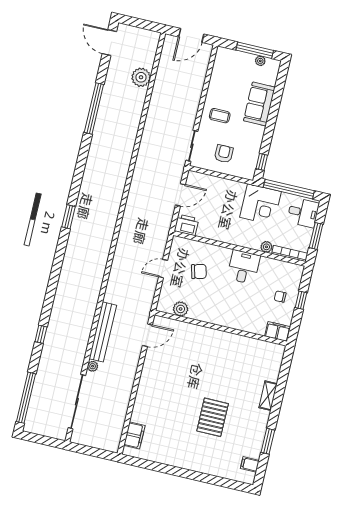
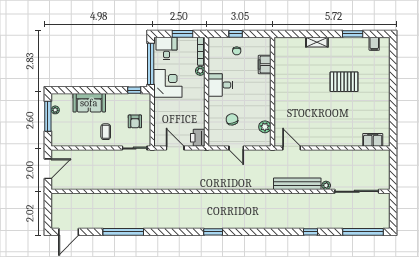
door: (191, 35) -> (48, 169), hinge flipped
plant: (141, 77) -> (90, 201), removed
armchair: (224, 154) -> (135, 121), turned -90
filing cabinet: (278, 331) -> (265, 65), moved

